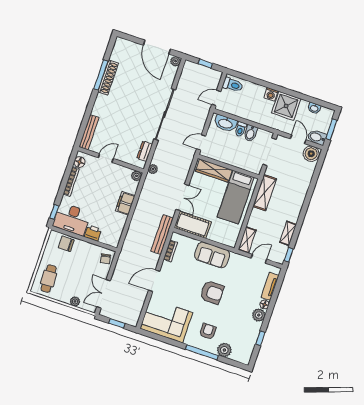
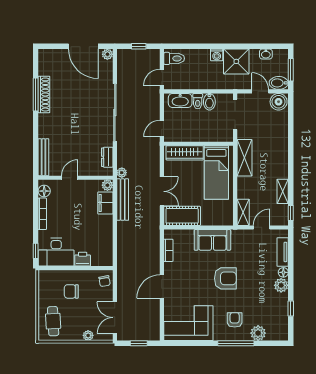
filing cabinet: (125, 203) -> (105, 203), moved
bench: (162, 235) -> (123, 200), moved
chair: (66, 244) -> (71, 291), moved

